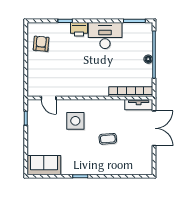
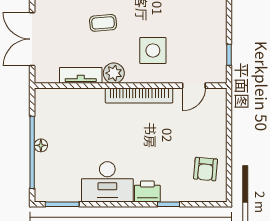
bookcase: (131, 92) -> (139, 95), moved
door: (49, 98) -> (194, 86), swing flipped
tv unit: (139, 105) -> (81, 75), moved
plant: (101, 106) -> (114, 73), added

